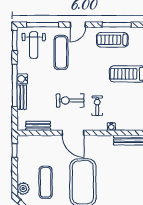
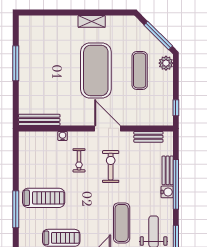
exercise bike: (70, 100) -> (111, 167), turned -90

